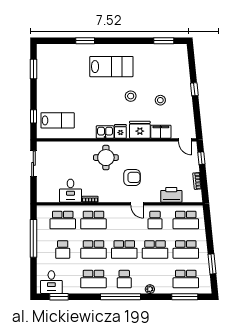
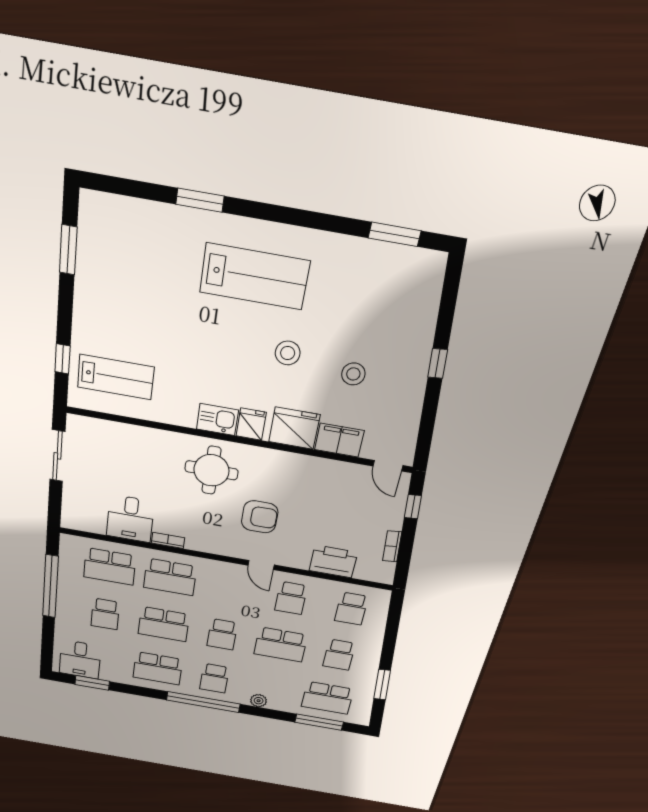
school desk: (186, 220) -> (351, 609), width x0.54
school desk: (124, 250) -> (222, 634), width x0.54
school desk: (186, 250) -> (339, 655), width x0.54

